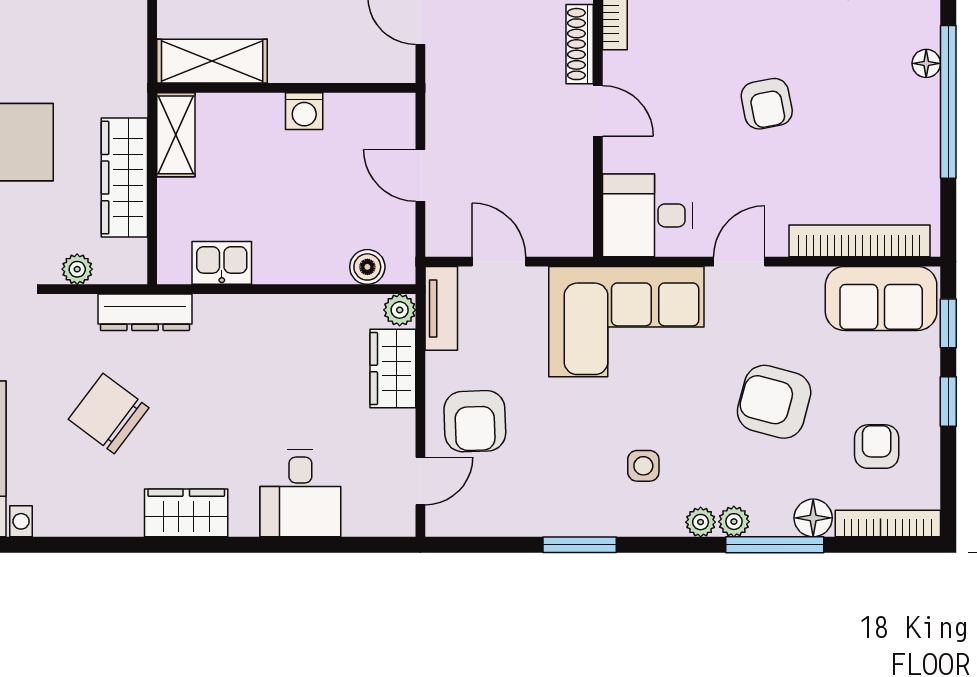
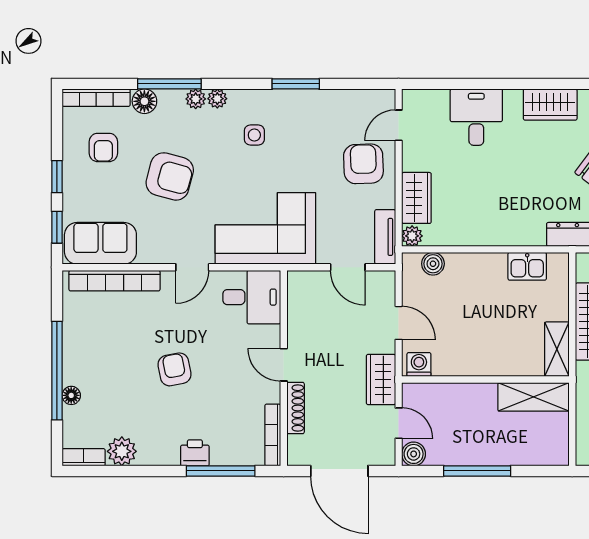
wardrobe: (448, 88) -> (381, 380), added
washing machine: (304, 111) -> (419, 365), moved

